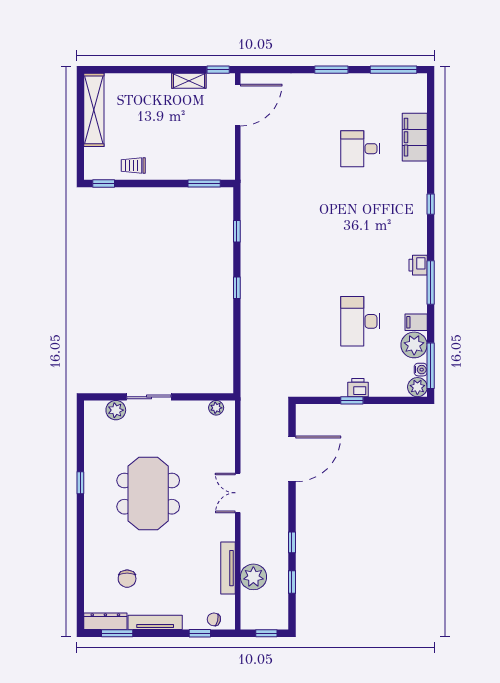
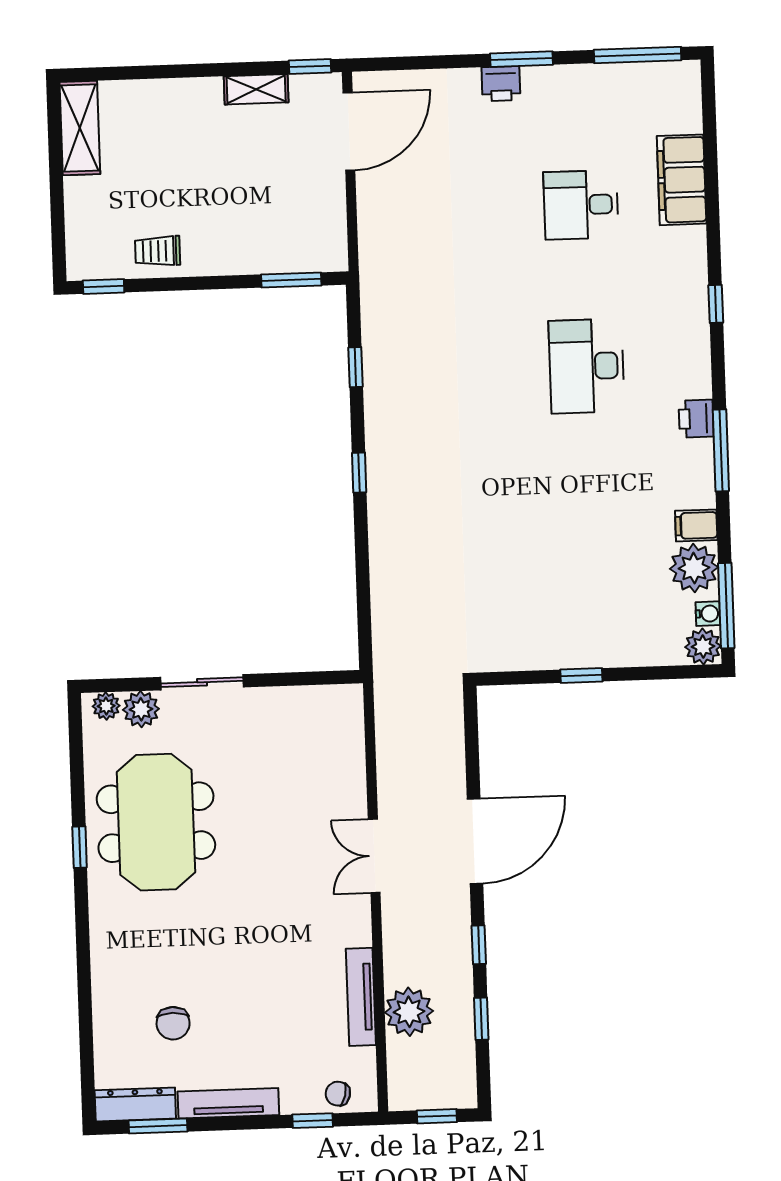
shelving: (94, 110) -> (80, 128), width x0.68
desk: (360, 321) -> (587, 366), moved
printer: (358, 388) -> (501, 84), moved, turned 180
plant: (216, 408) -> (106, 706), moved
door: (292, 459) -> (475, 841), moved
meeting table: (148, 494) -> (156, 822), moved

